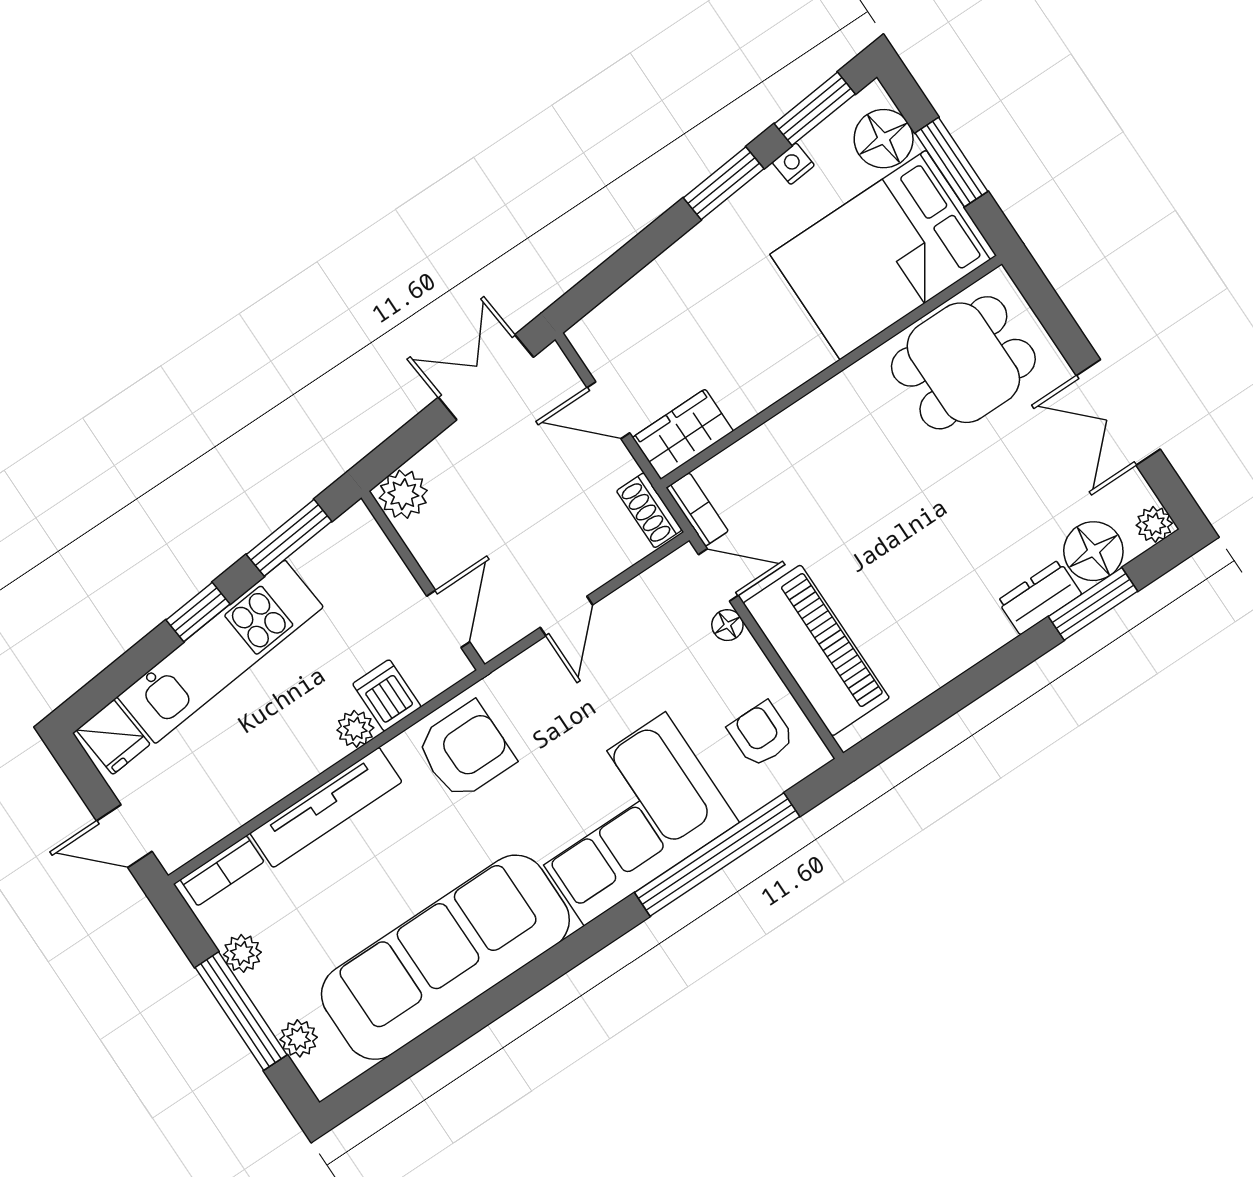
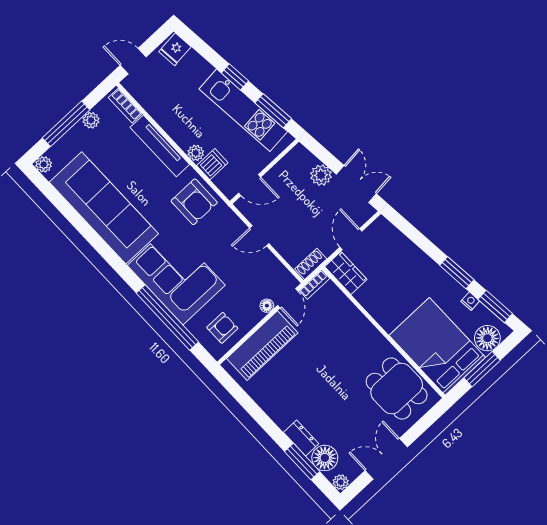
plant: (403, 494) -> (321, 175), moved
kitchen unit: (220, 652) -> (243, 110), moved
door: (124, 836) -> (133, 61), hinge flipped
plant: (299, 1038) -> (44, 164), moved

